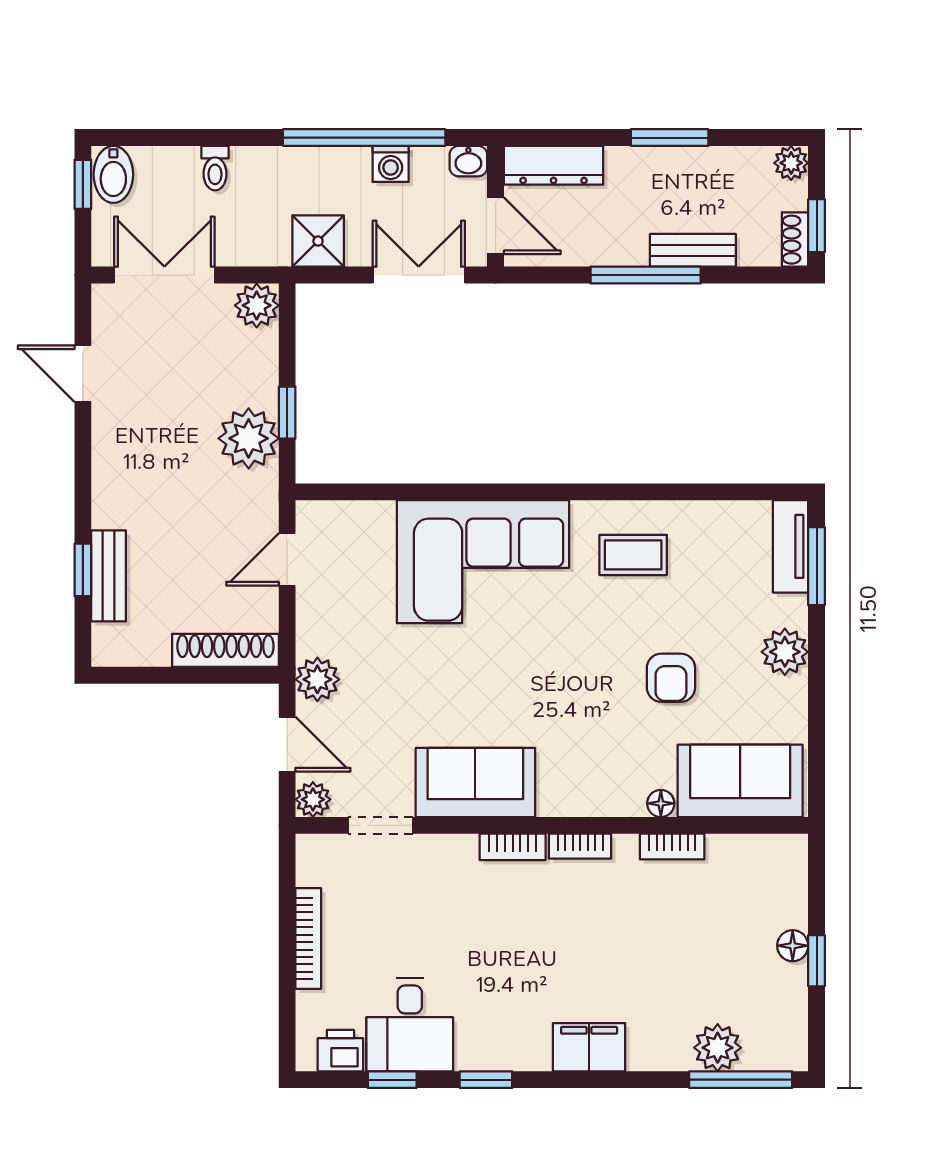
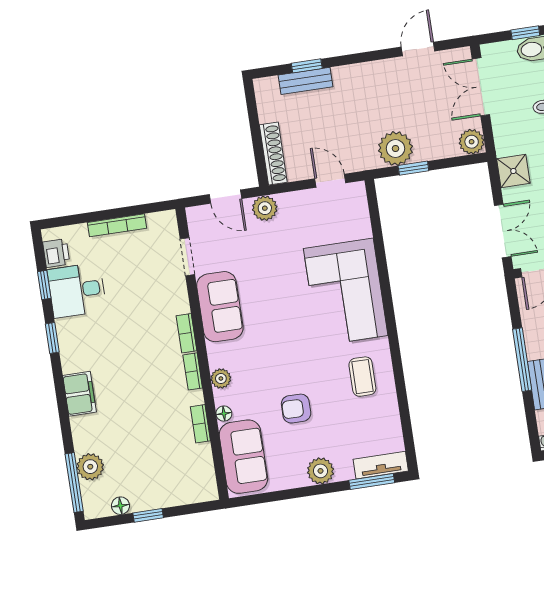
double door: (164, 275) -> (481, 87), swing flipped
door: (287, 744) -> (225, 197), hinge flipped
plant: (313, 799) -> (221, 379), moved
floor lamp: (793, 946) -> (120, 506), moved

